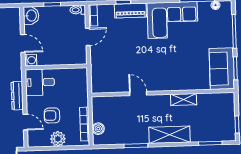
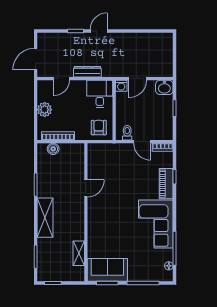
toilet: (78, 10) -> (127, 133), moved
shelving: (184, 99) -> (79, 253), moved
armchair: (52, 115) -> (99, 128), moved

